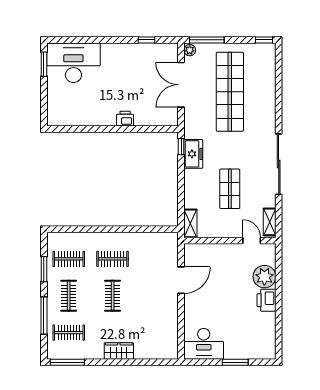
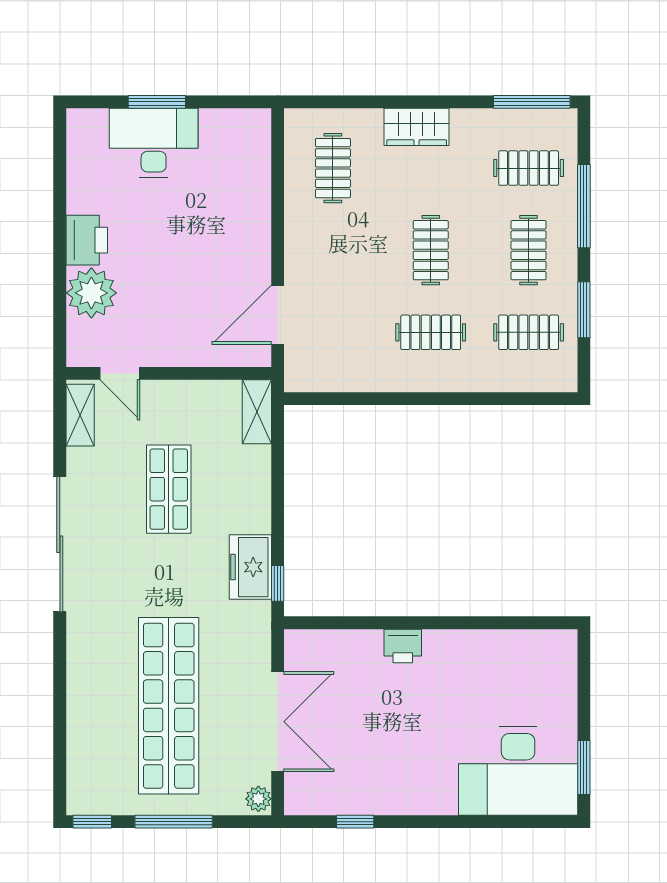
window: (207, 40) -> (174, 822), moved
door: (181, 280) -> (278, 315), moved
clothes rail: (156, 333) -> (333, 168), added
desk: (204, 344) -> (154, 143), moved

